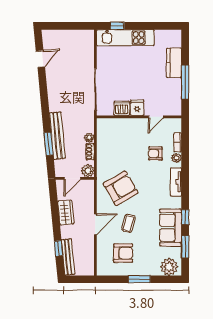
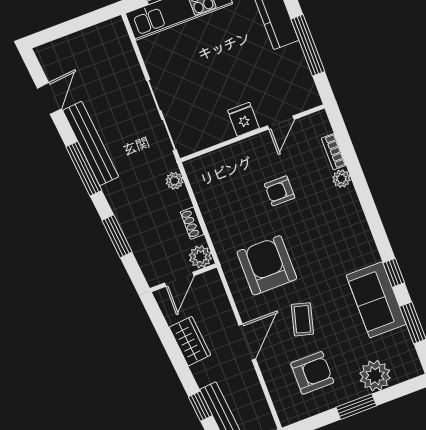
window: (45, 102) -> (84, 169), added
dishwasher: (122, 108) -> (218, 130), removed
bench: (57, 136) -> (91, 144), moved
plant: (89, 138) -> (174, 181), moved
armchair: (155, 154) -> (280, 191), moved
tv unit: (176, 182) -> (356, 219), removed
armchair: (121, 188) -> (267, 265), turned -60
plant: (169, 267) -> (375, 376), moved

